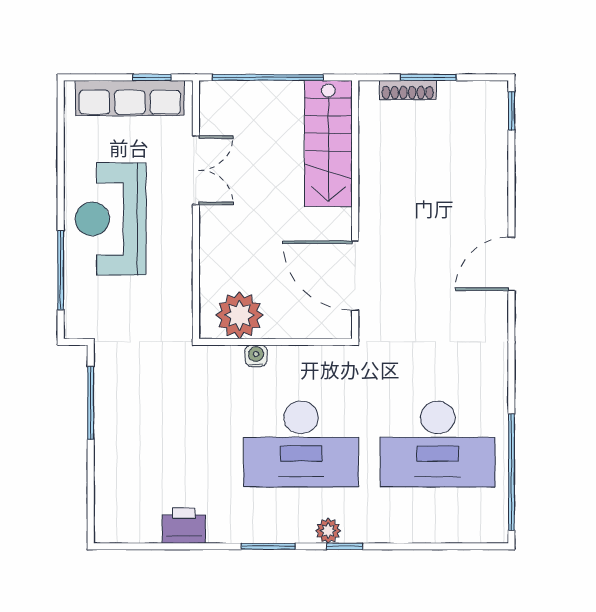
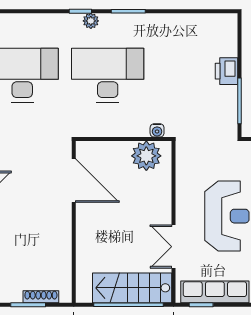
stairs: (328, 144) -> (132, 288), moved, turned -90
water cooler: (256, 356) -> (157, 130), moved
printer: (184, 526) -> (226, 71), moved, turned 90

